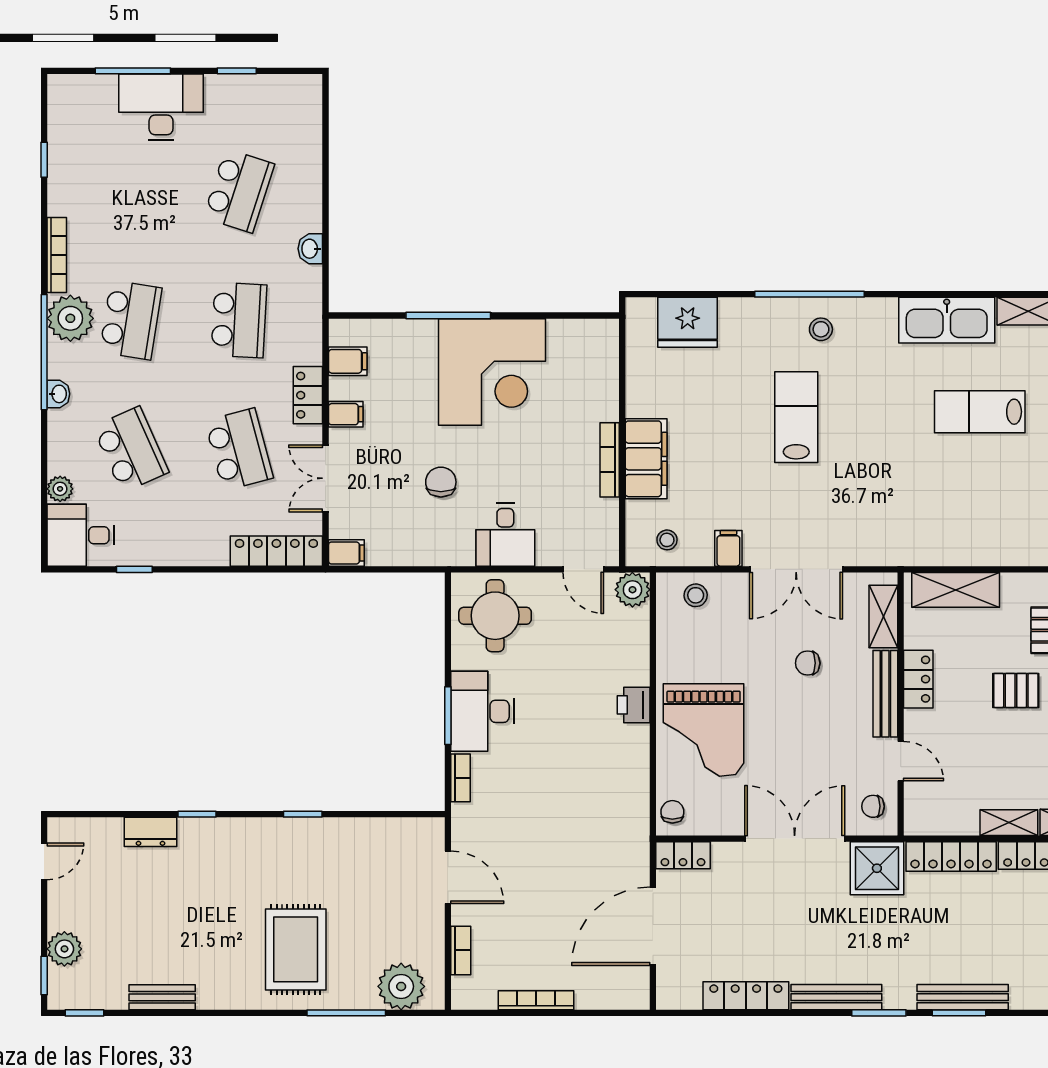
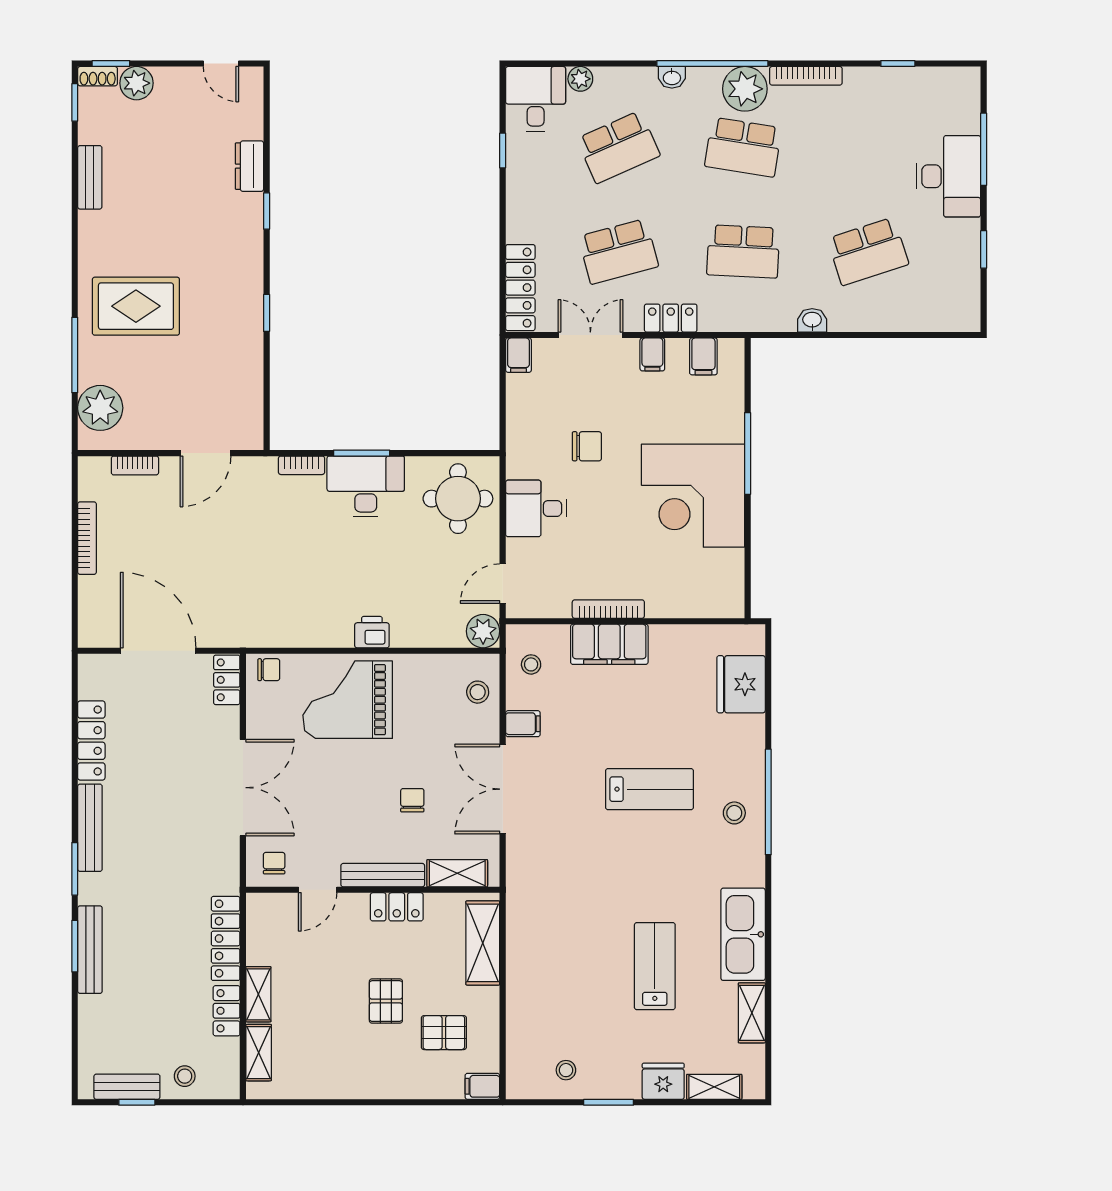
school desk: (239, 191) -> (868, 251), turned -36
shower: (877, 868) -> (214, 867), removed
shoe rack: (57, 989) -> (98, 76), added

